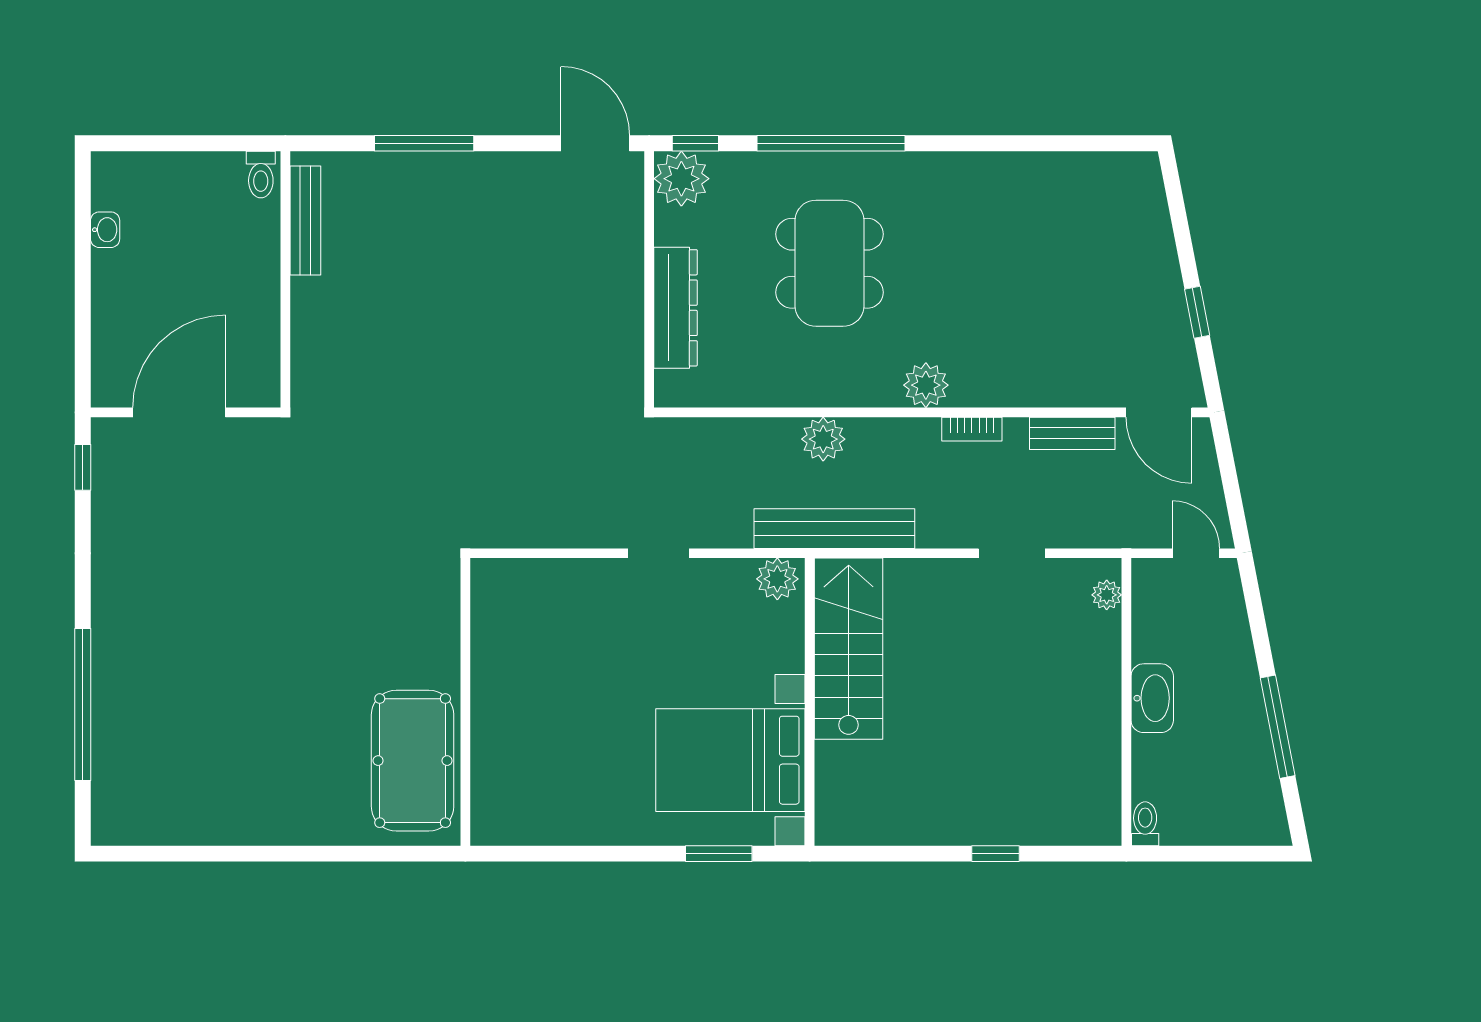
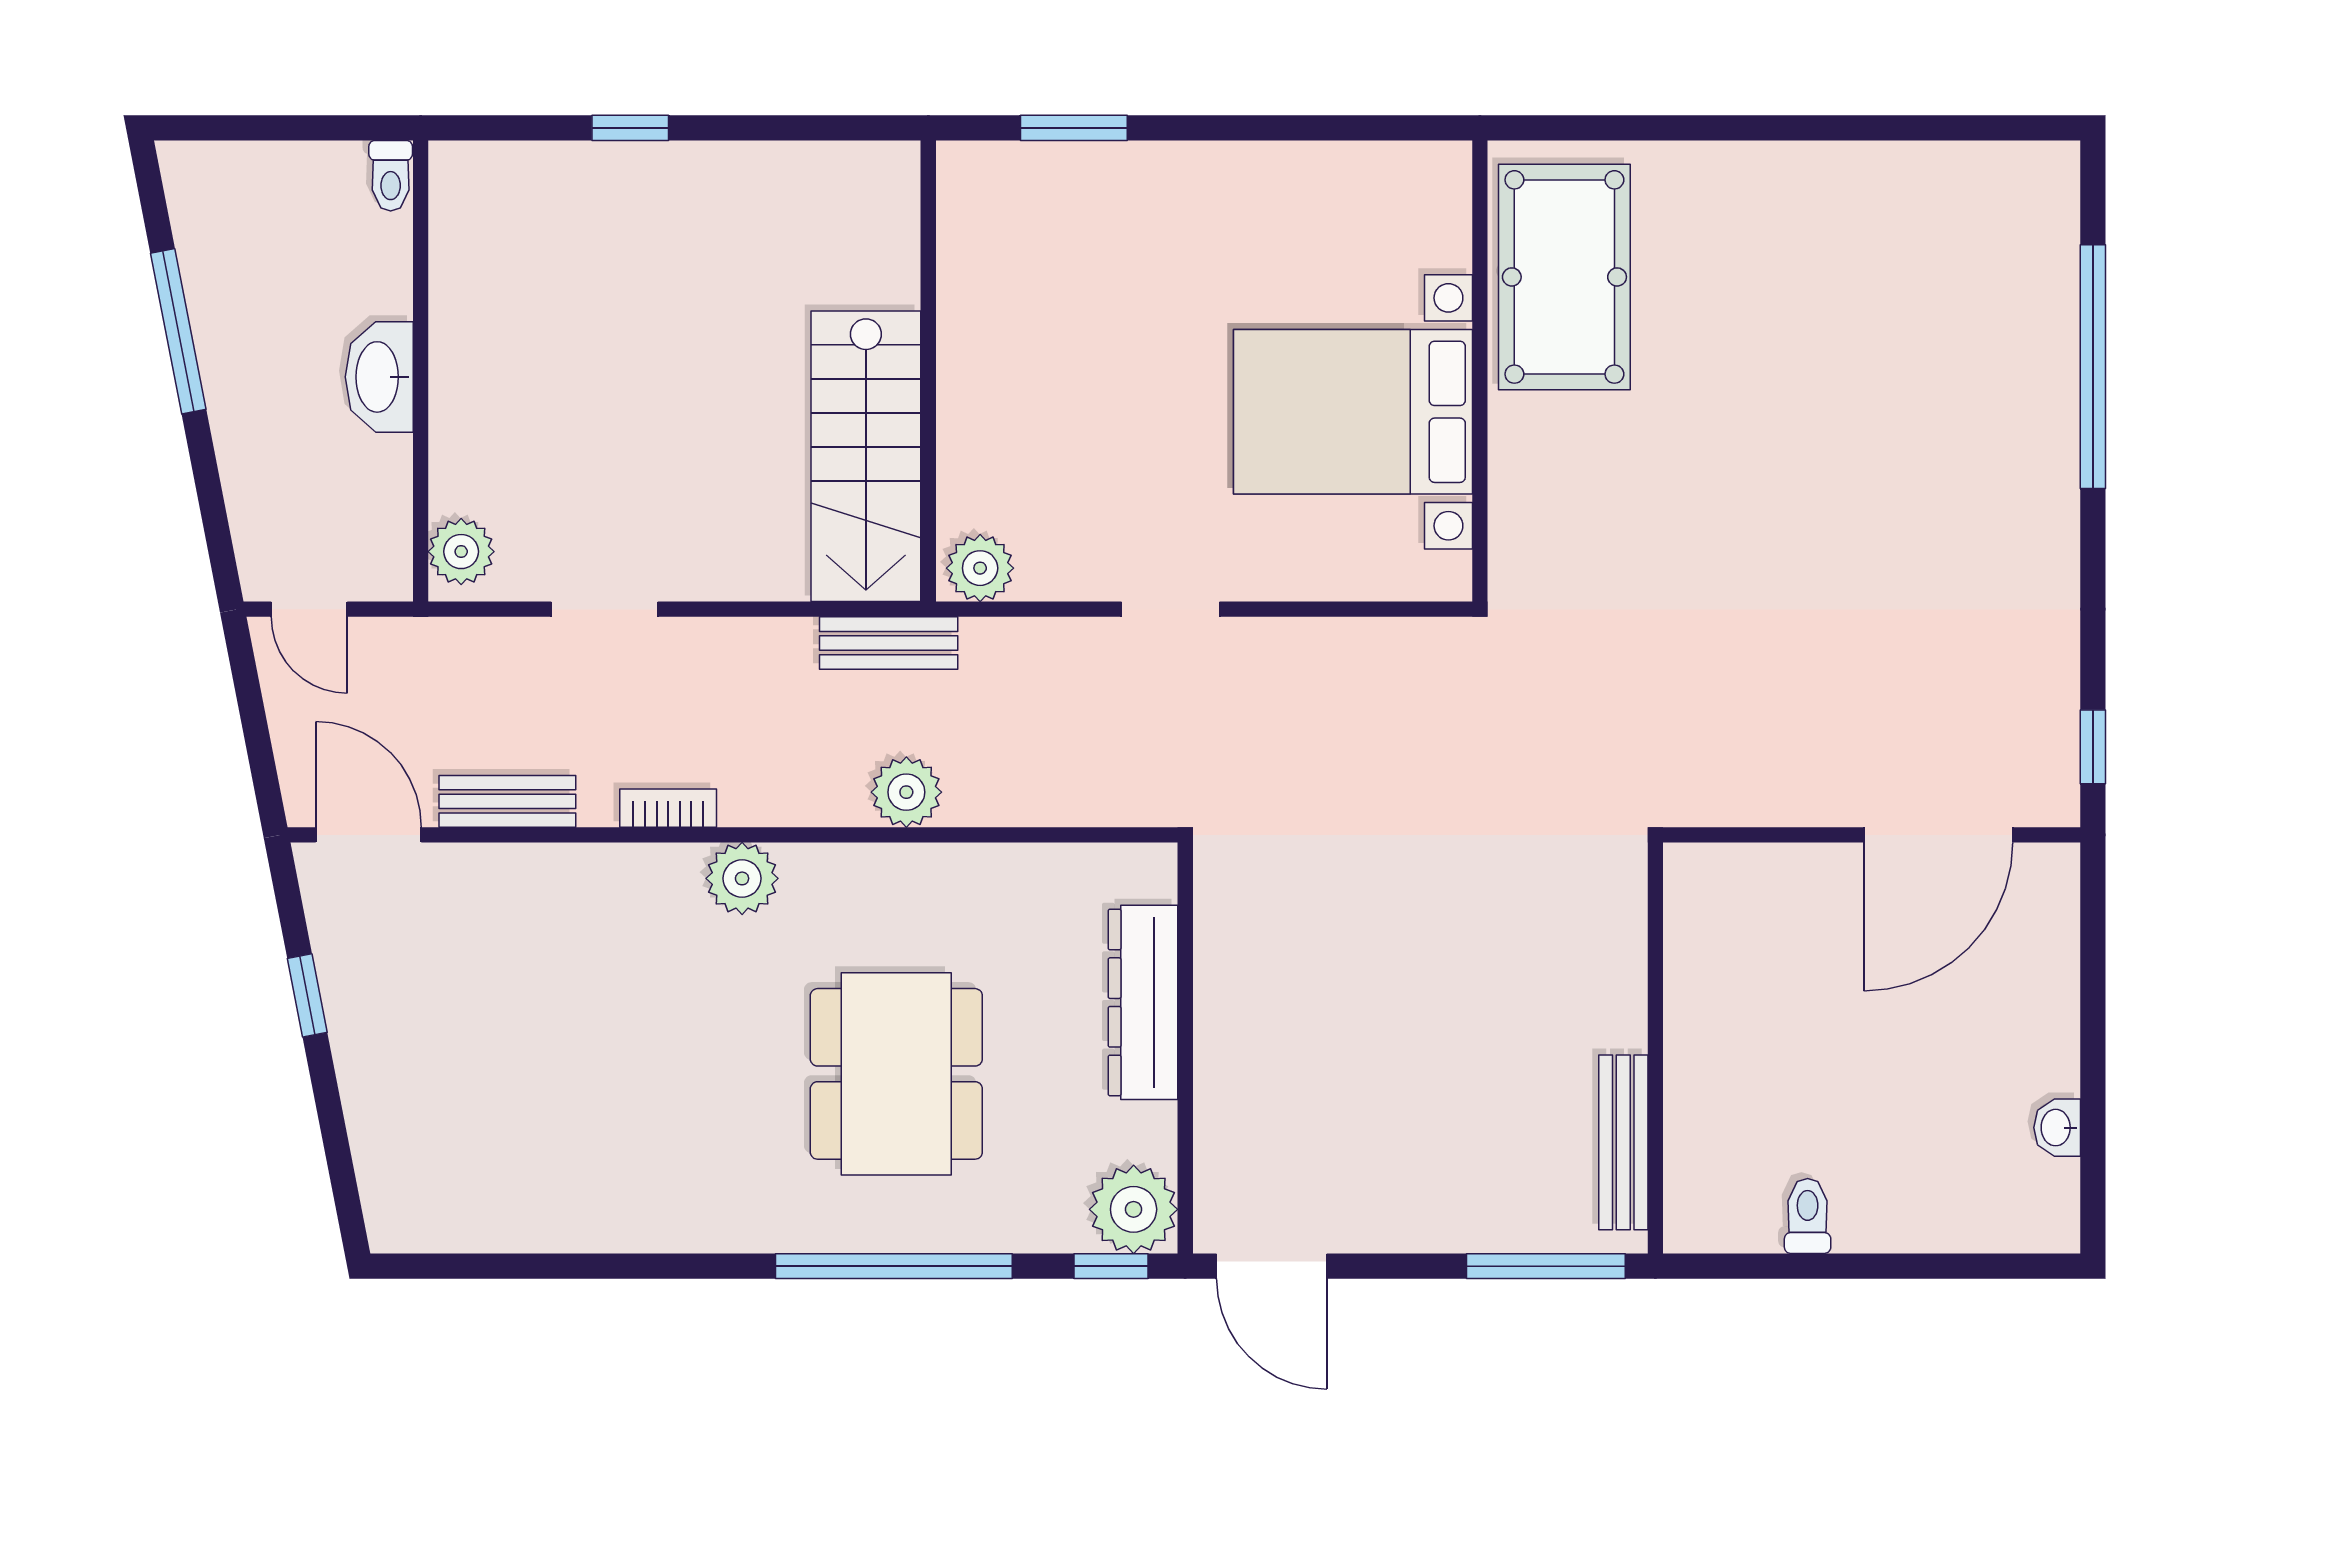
bench: (305, 220) -> (1623, 1142), moved
wall: (285, 279) -> (1655, 1048), moved
bench: (834, 529) -> (889, 643), width x0.54, depth x0.82
plant: (1107, 595) -> (461, 552), width x1.38, depth x1.38
bed with nightstands: (730, 760) -> (1353, 412), moved, turned 180

